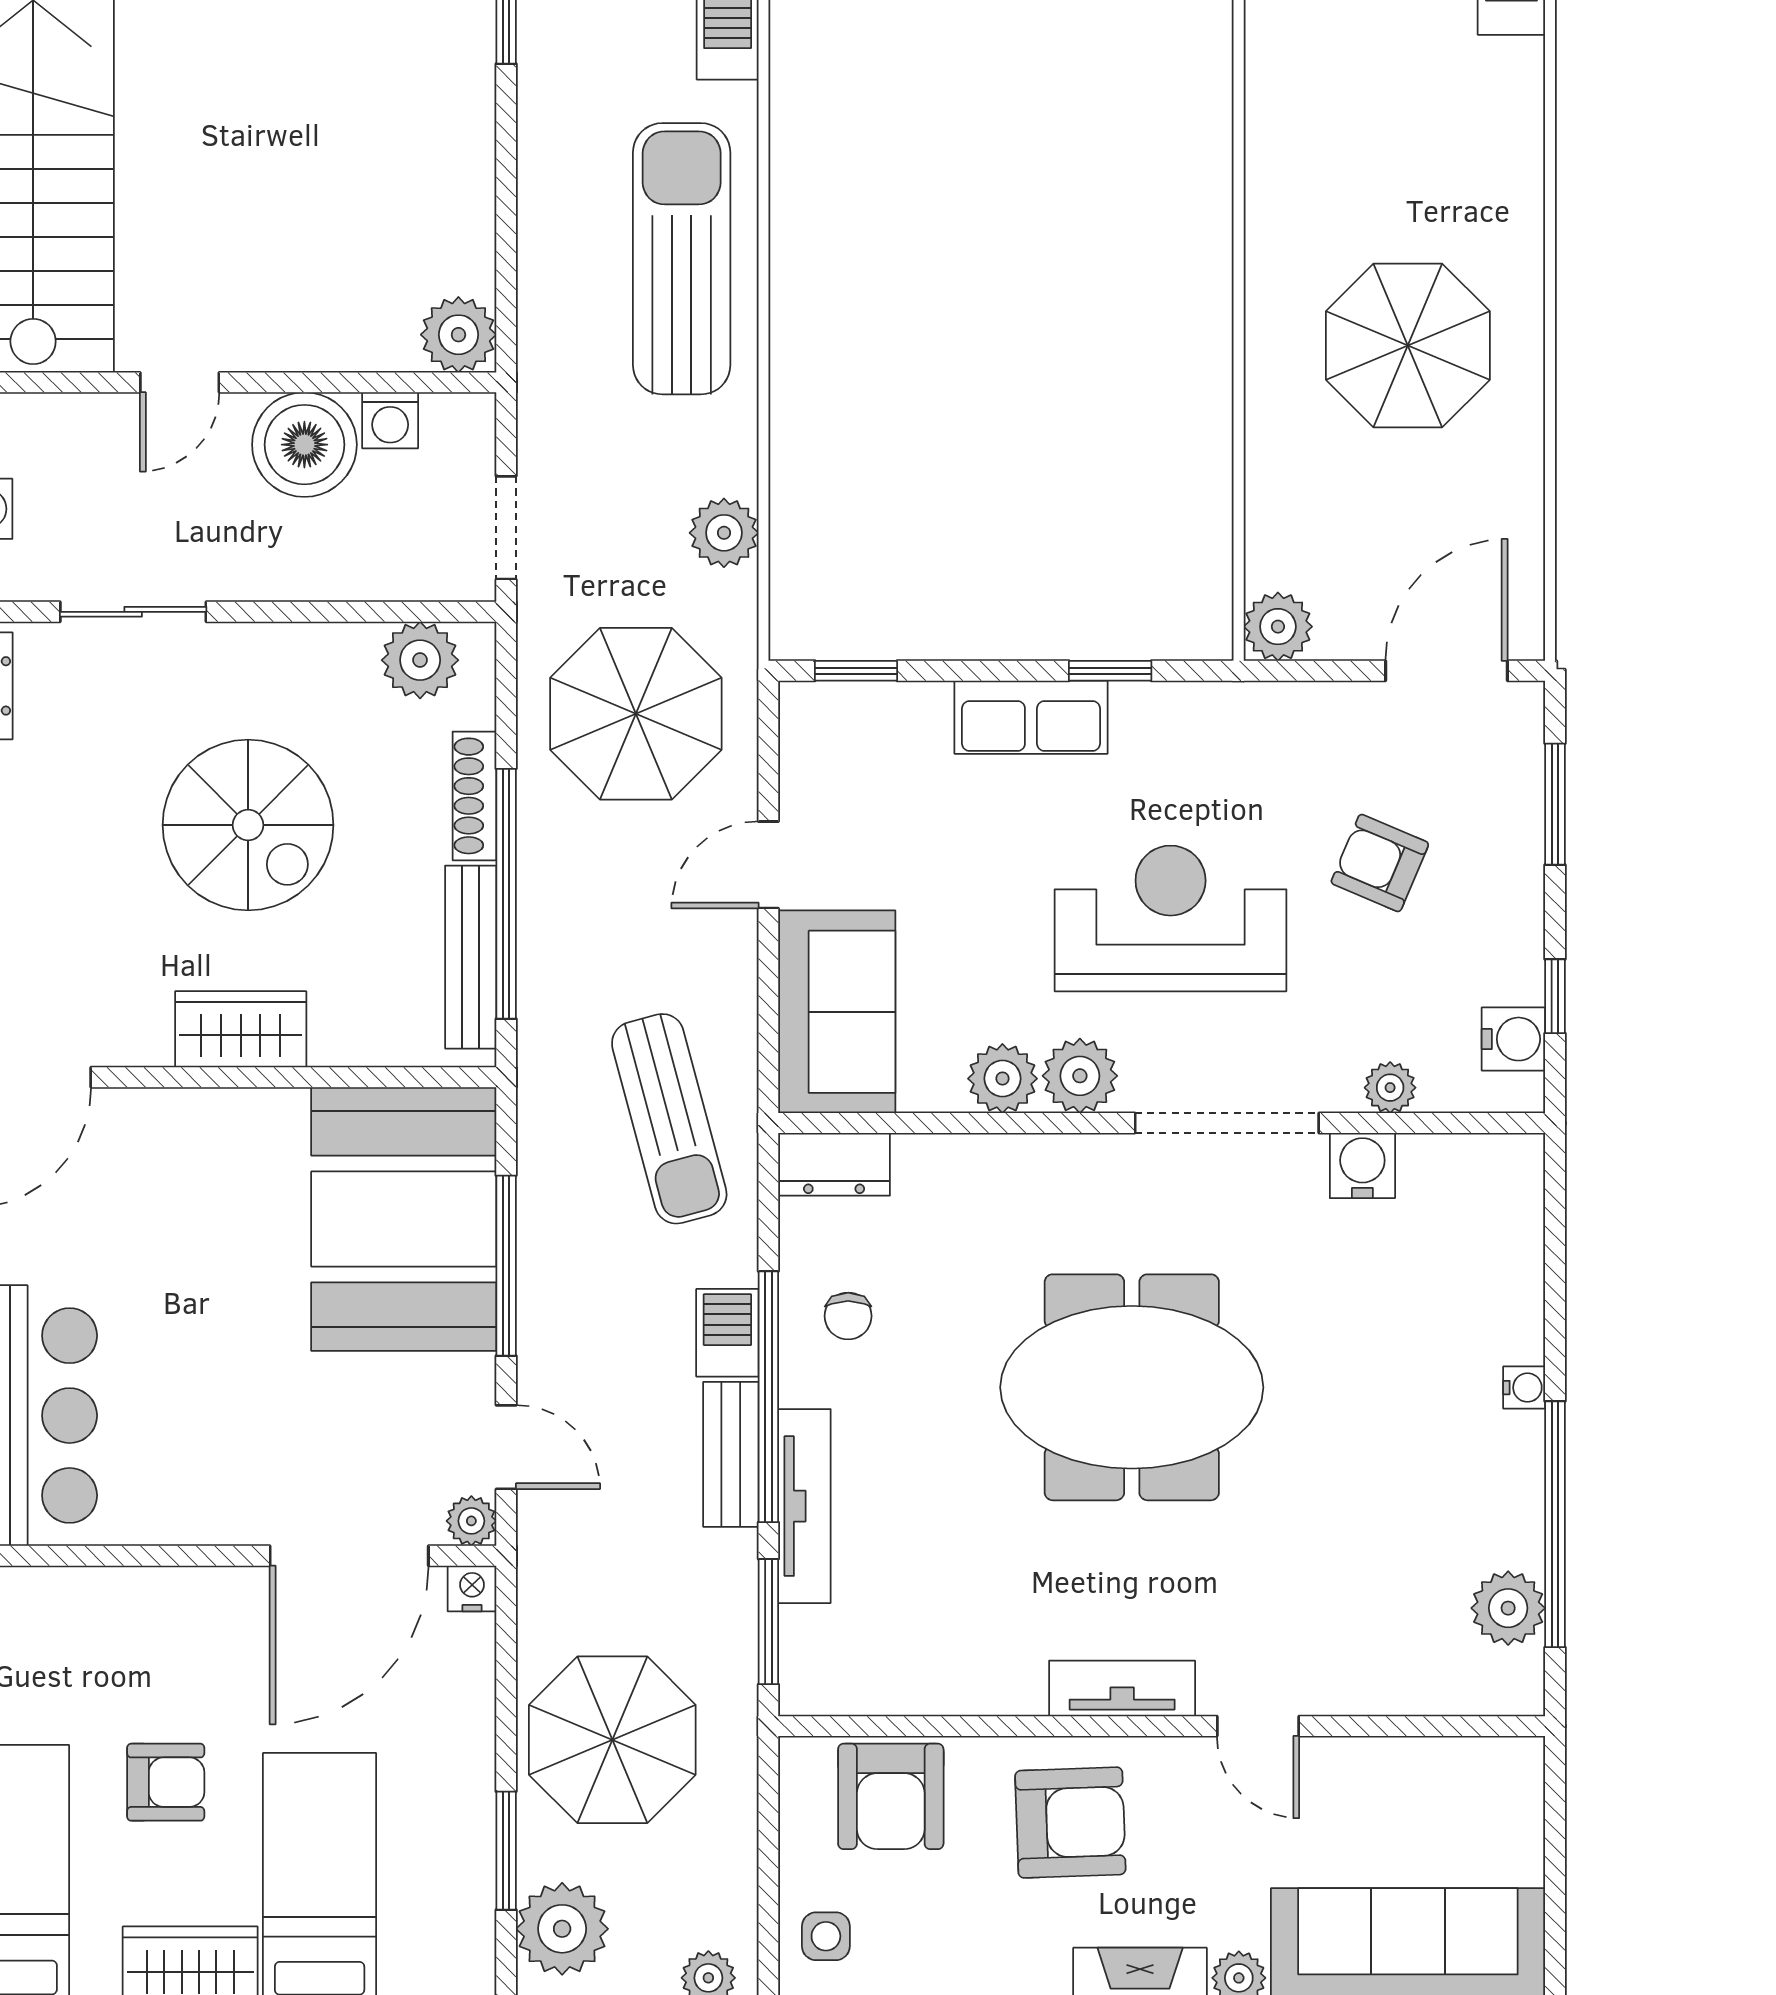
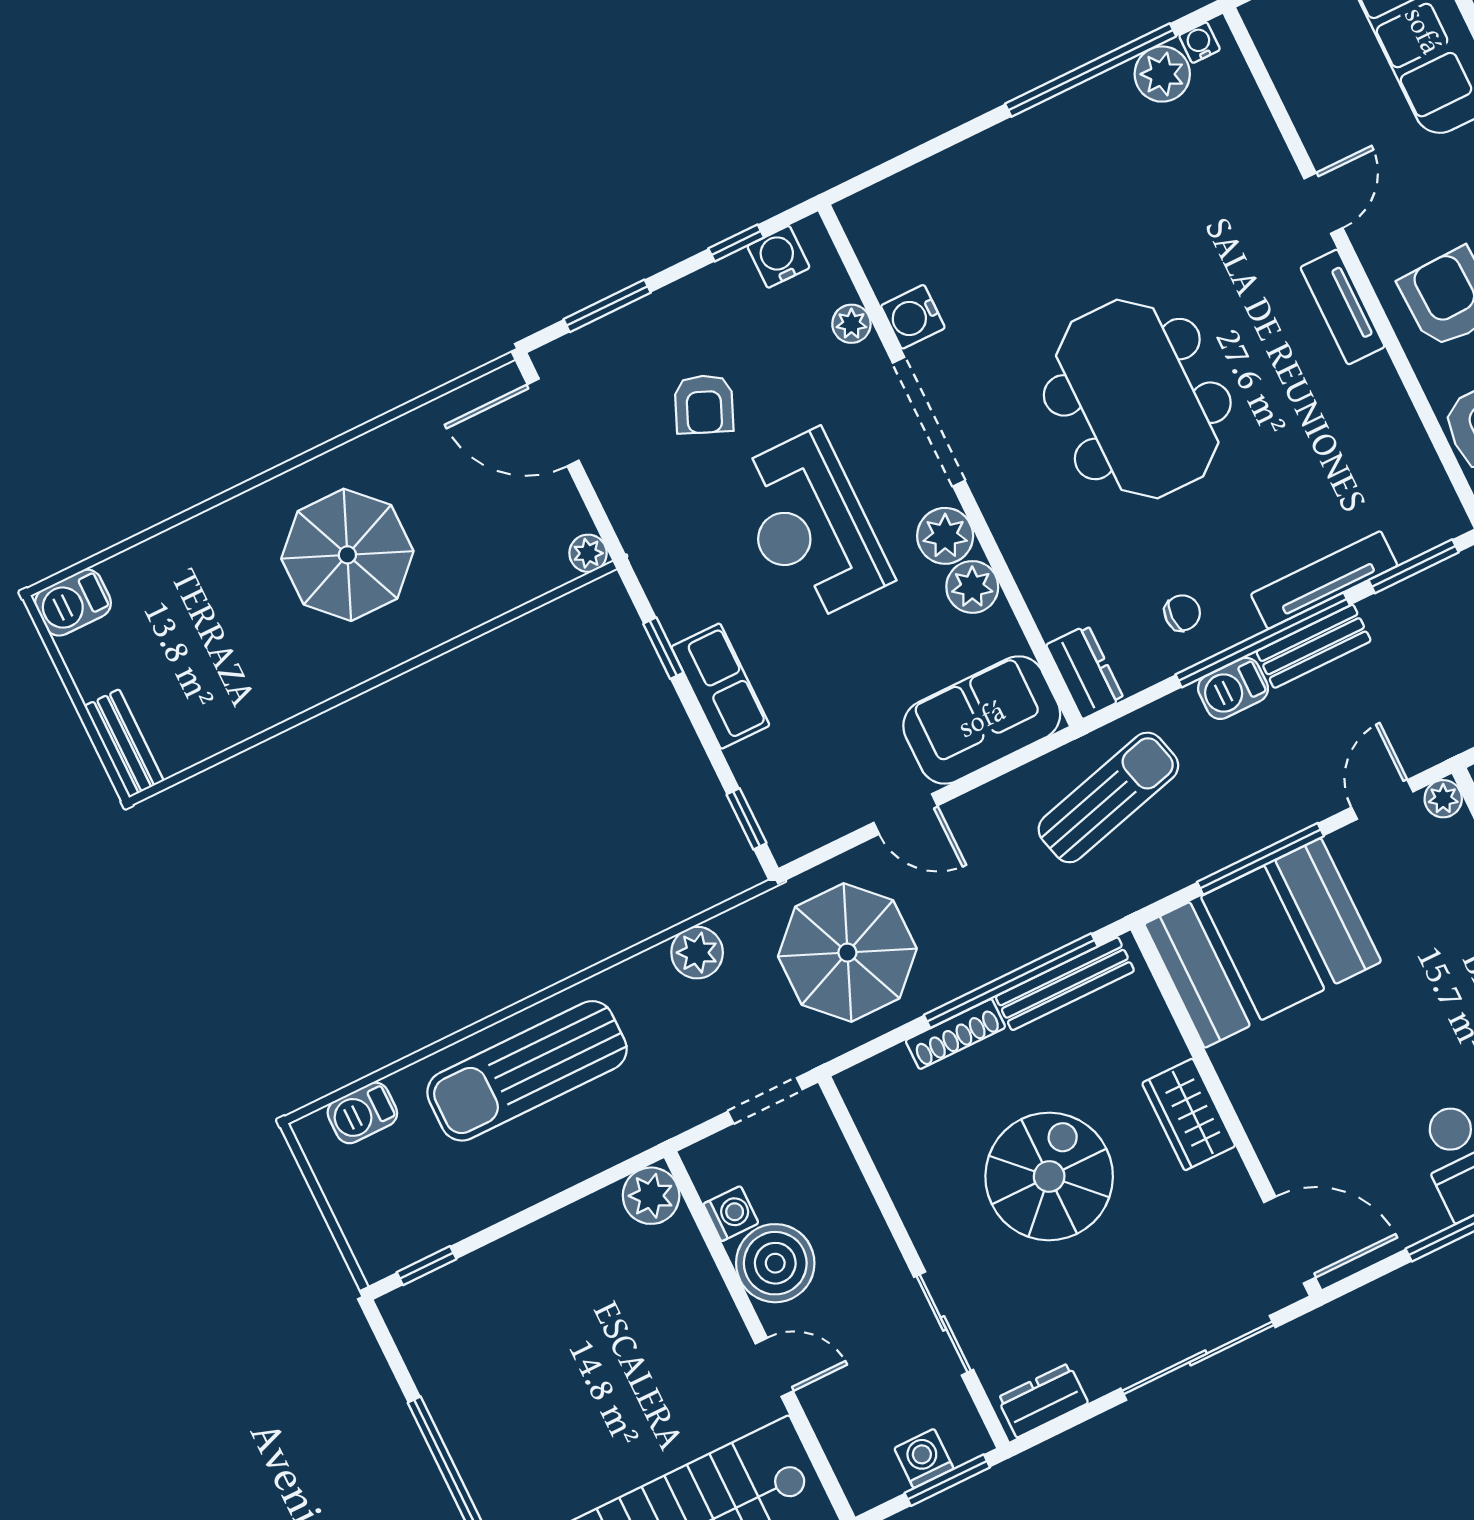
plant: (1278, 627) -> (588, 553), width x0.73, depth x0.73
plant: (420, 660) -> (882, 1115), removed
water cooler: (1524, 1388) -> (1200, 43), moved

